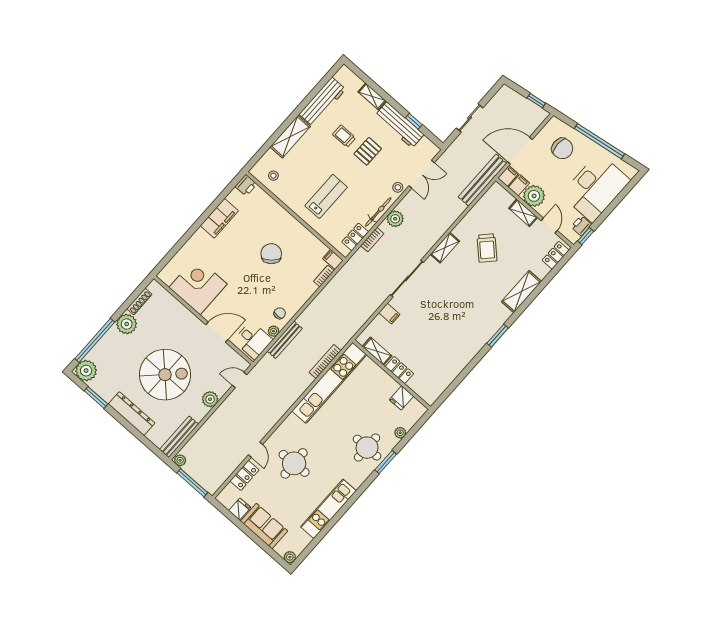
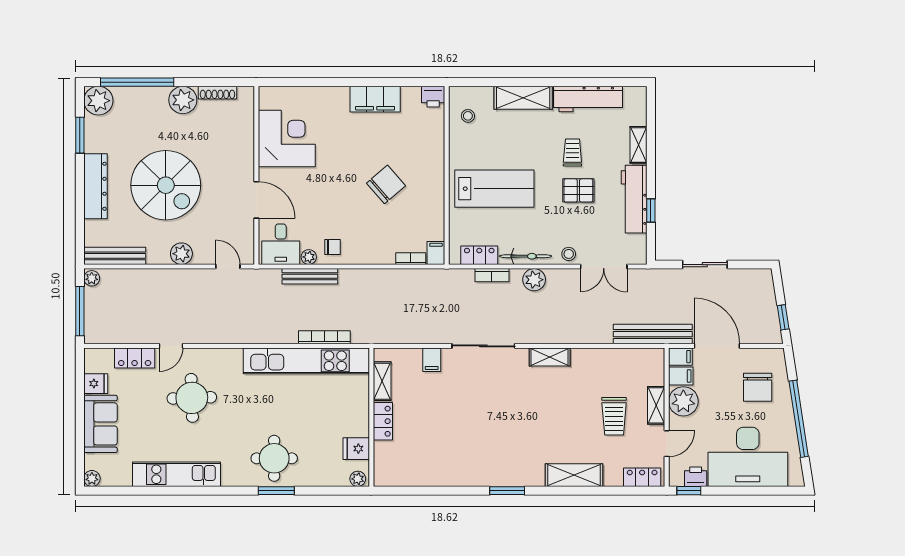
lab bench: (326, 196) -> (494, 189), width x1.36, depth x1.39
trolley: (487, 248) -> (614, 416), moved, turned -44
plant: (400, 433) -> (358, 479), moved

